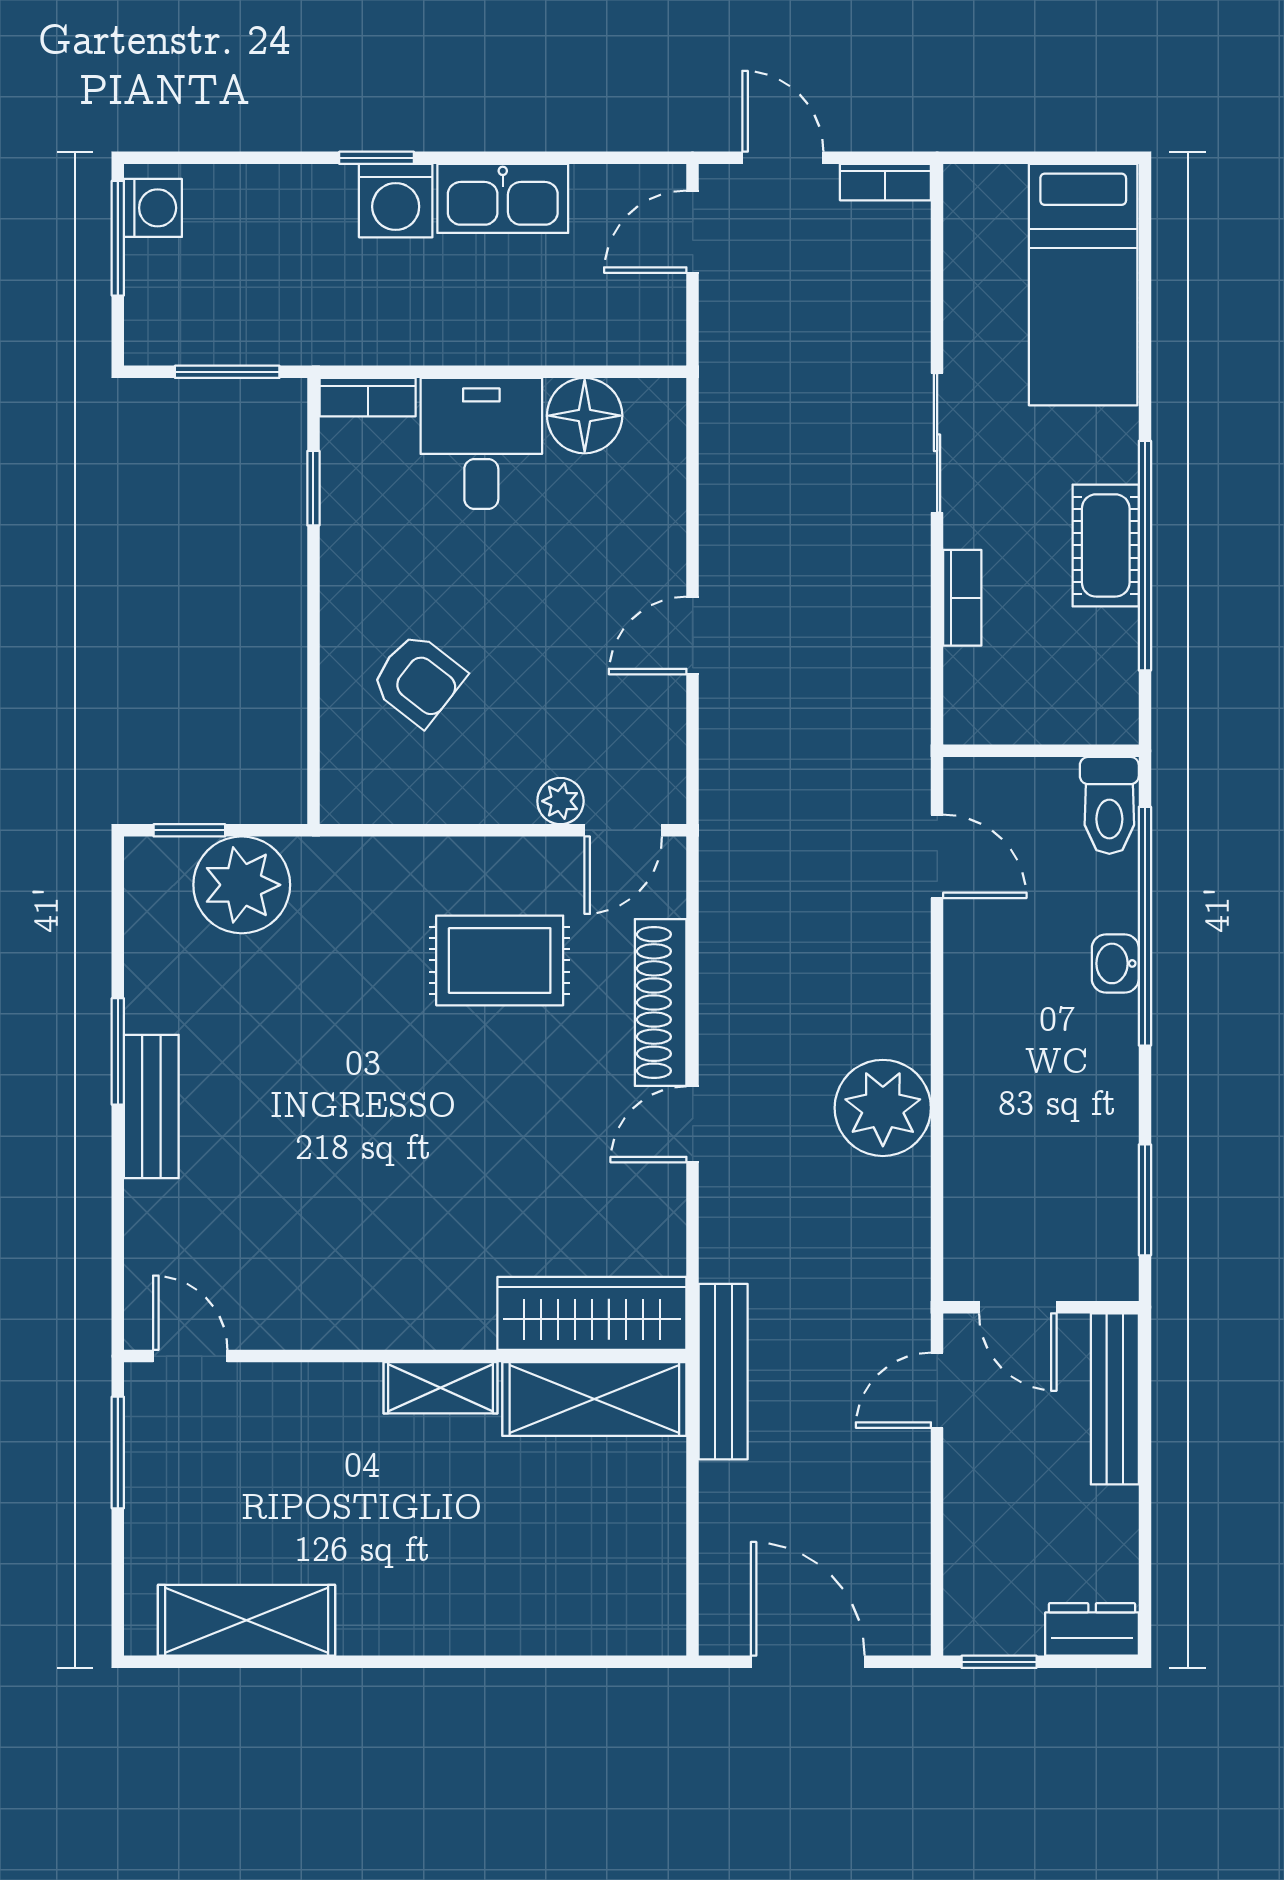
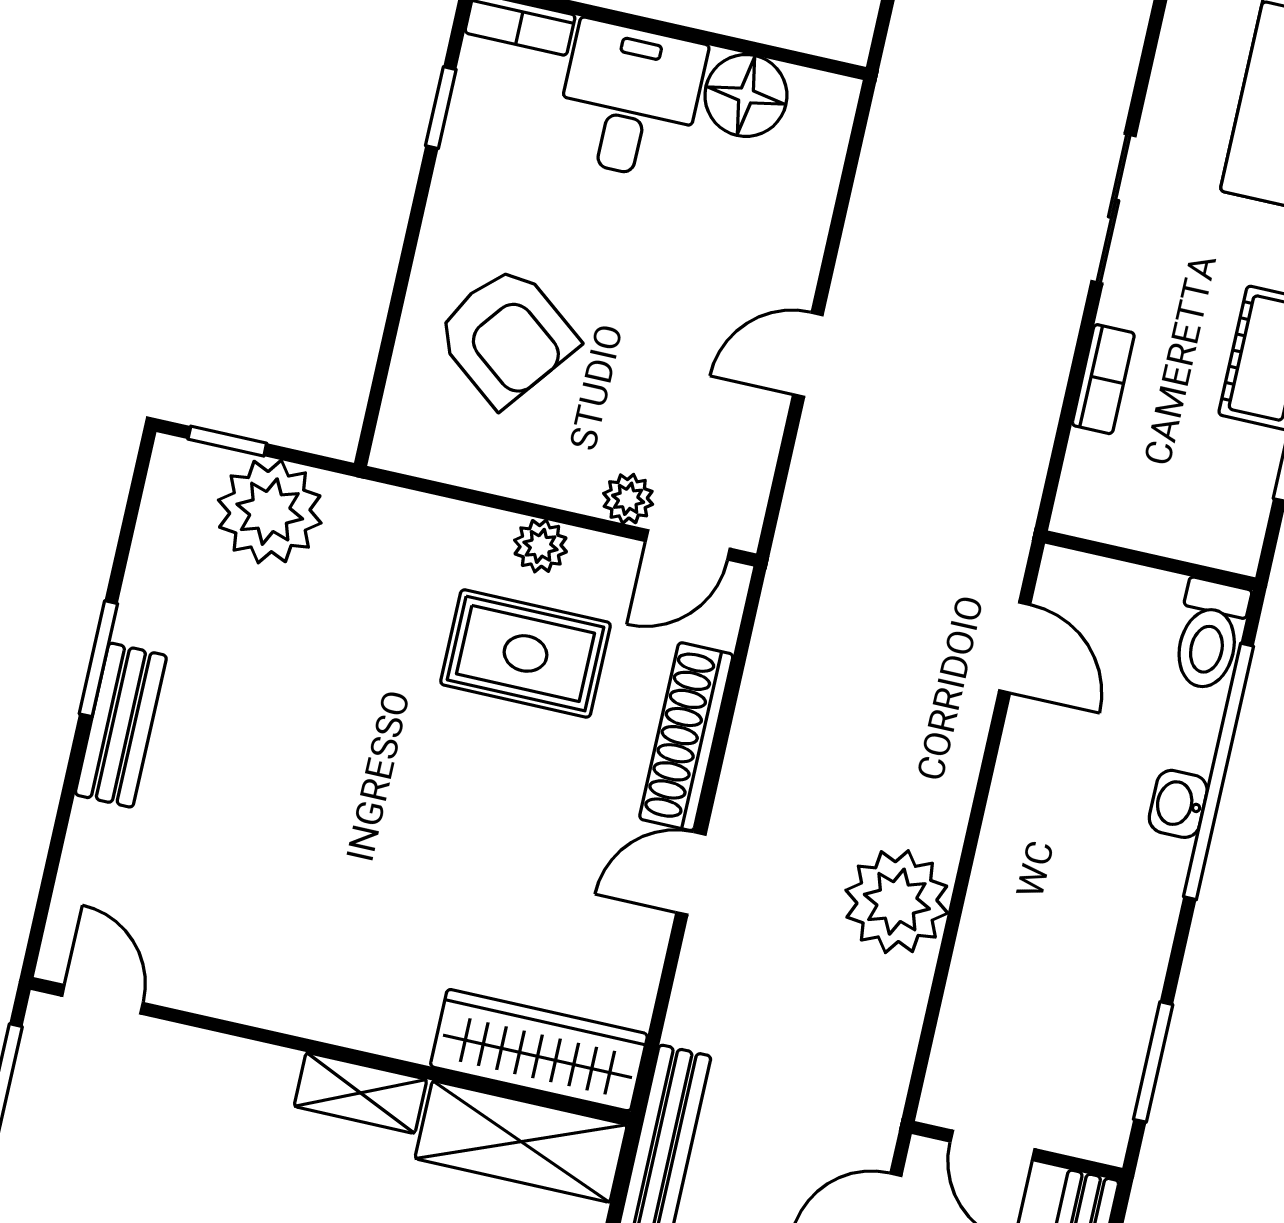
armchair: (418, 680) -> (506, 336), width x1.38, depth x1.38
plant: (491, 861) -> (540, 546), added

